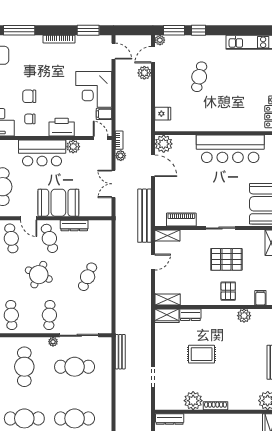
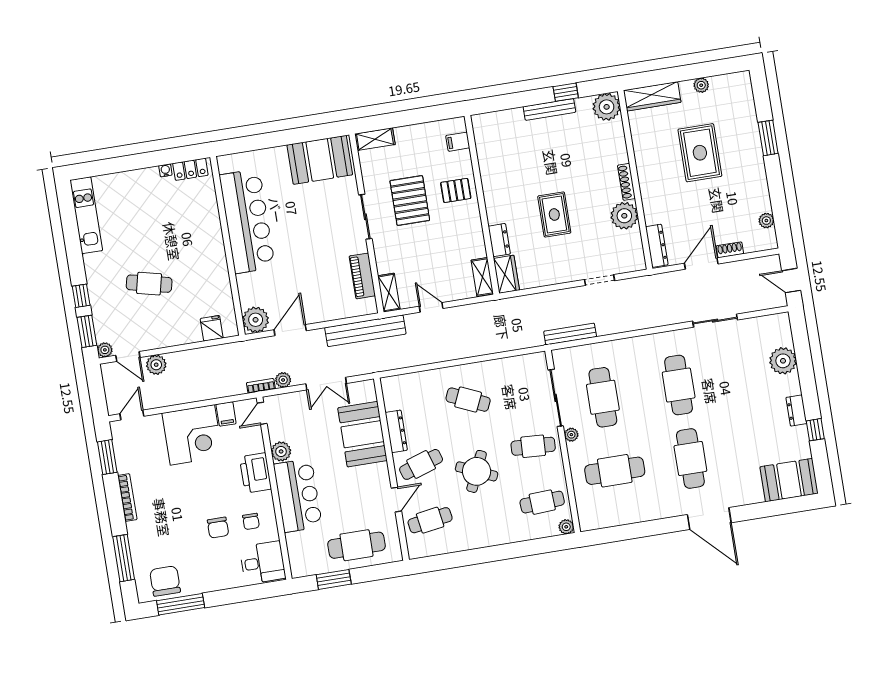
booth: (58, 203) -> (363, 434), moved
plant: (244, 316) -> (488, 161), removed

